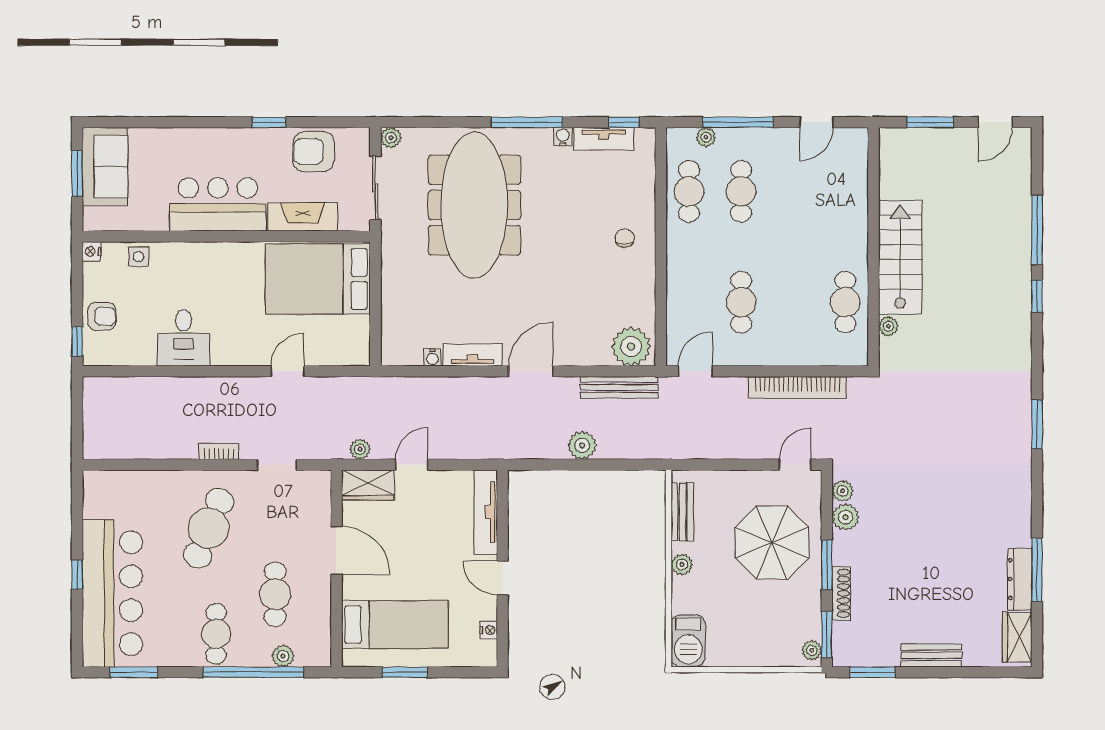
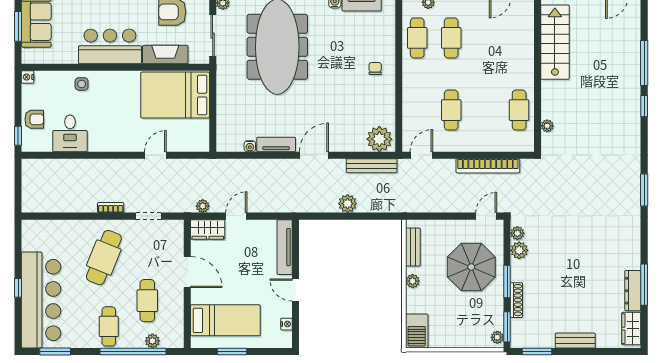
side table: (138, 257) -> (82, 84), moved
stairs: (900, 257) -> (555, 42), moved
desk: (183, 338) -> (70, 133), moved

